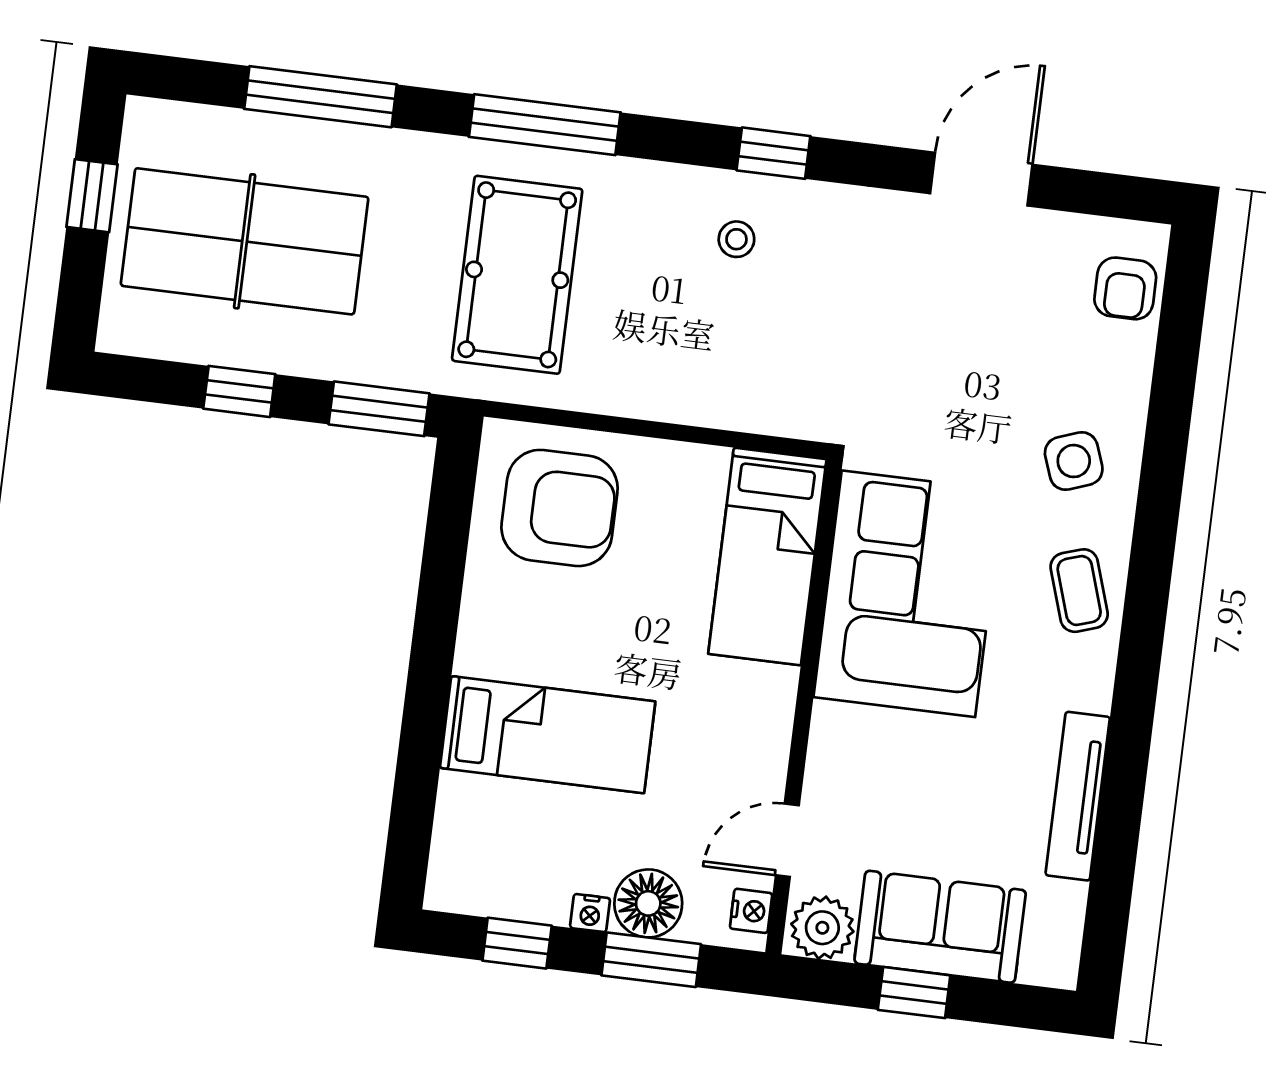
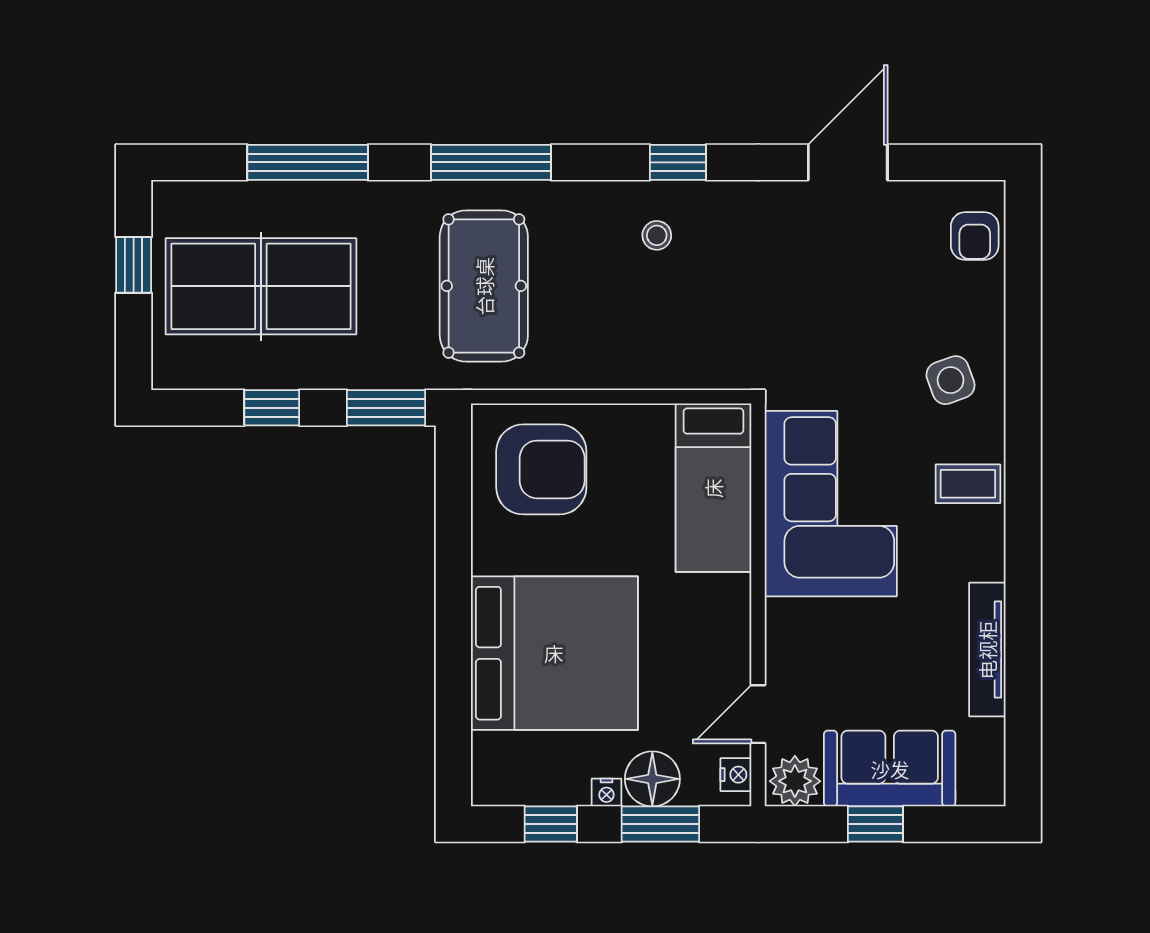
coffee table: (1079, 591) -> (968, 484), turned -72
bed: (548, 735) -> (554, 653), width x2.04

